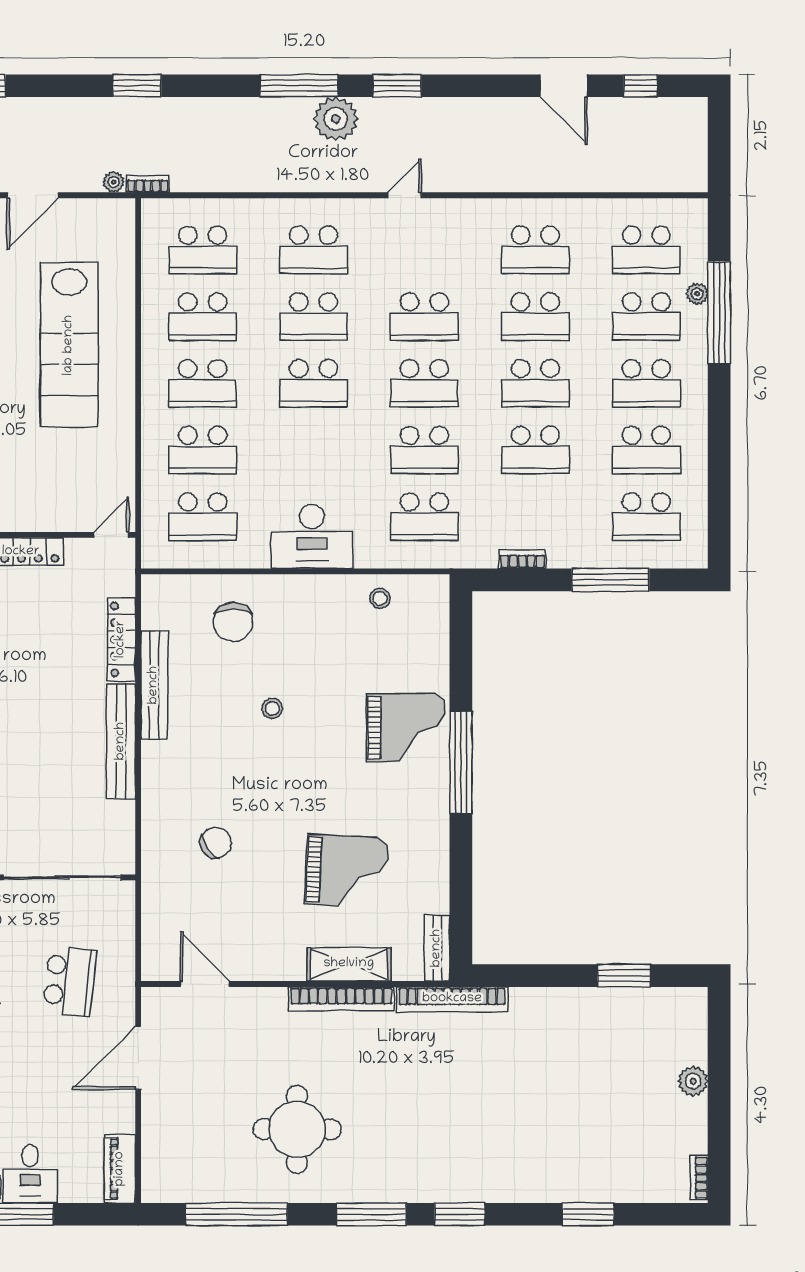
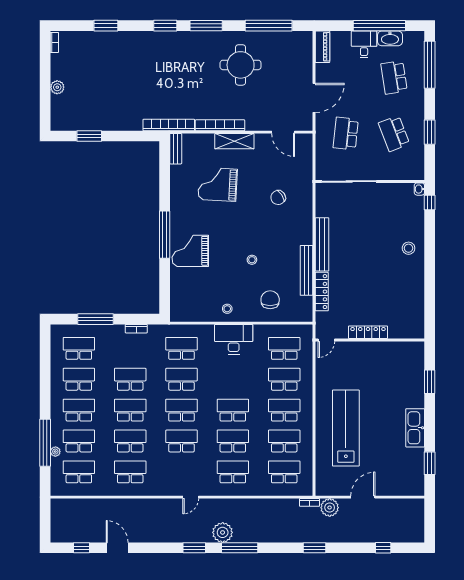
plant: (114, 182) -> (330, 508), width x1.87, depth x1.87
stool: (380, 598) -> (227, 309), moved
shelving: (349, 964) -> (234, 141), moved

